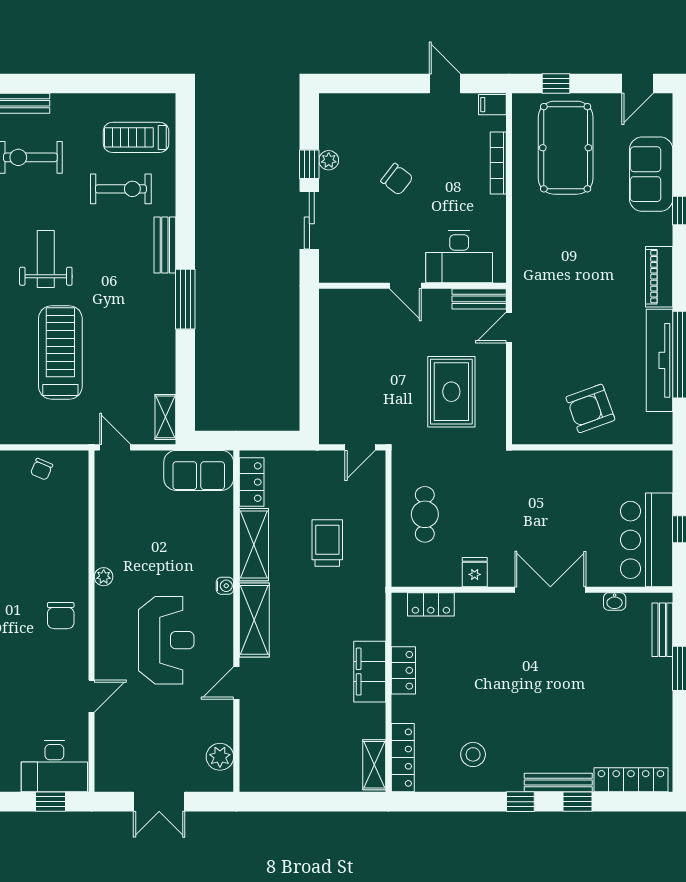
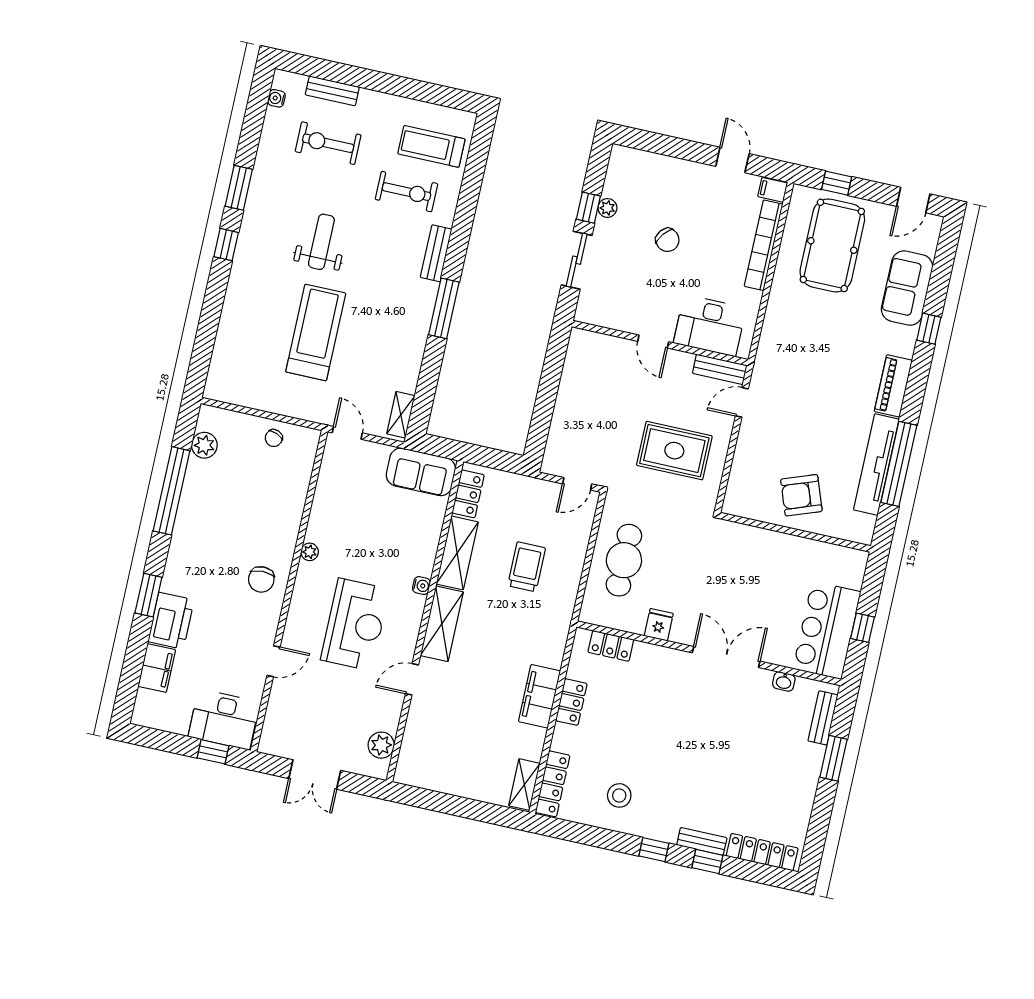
bookcase: (498, 163) -> (764, 245), width x1.48, depth x1.31
rug: (451, 392) -> (674, 451), turned 90
cafe table: (425, 514) -> (624, 560), width x1.37, depth x1.35
bench: (558, 783) -> (702, 841), width x0.73

